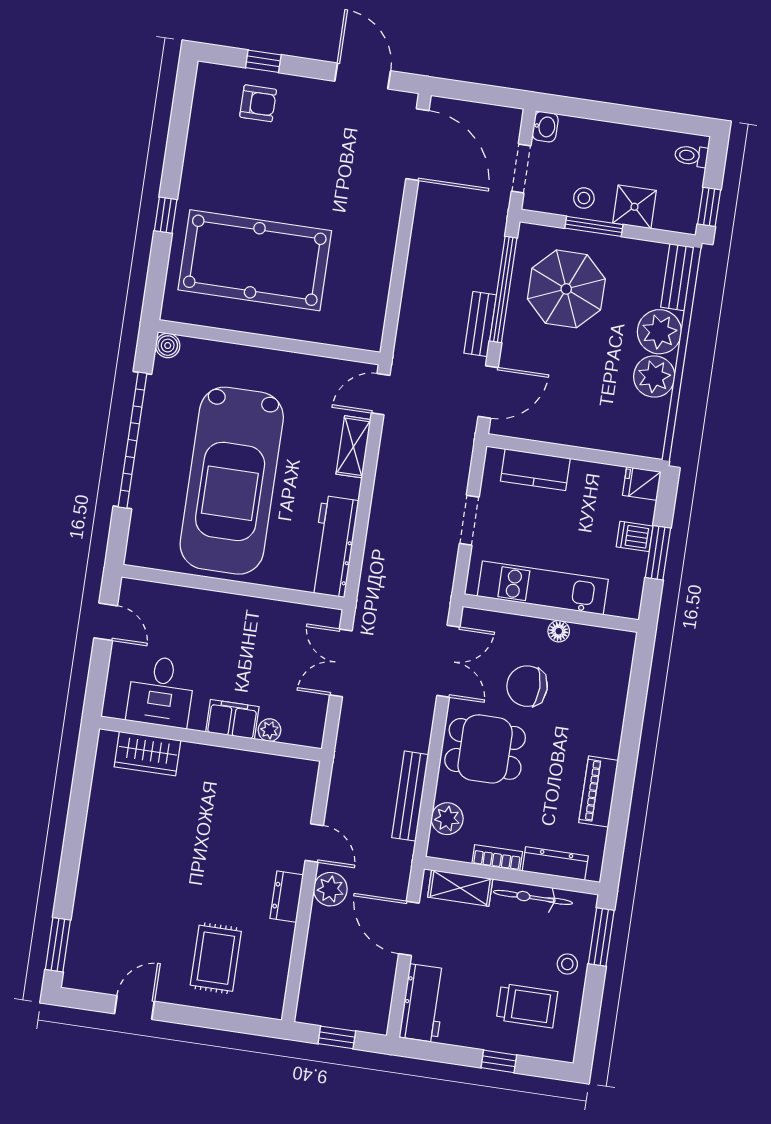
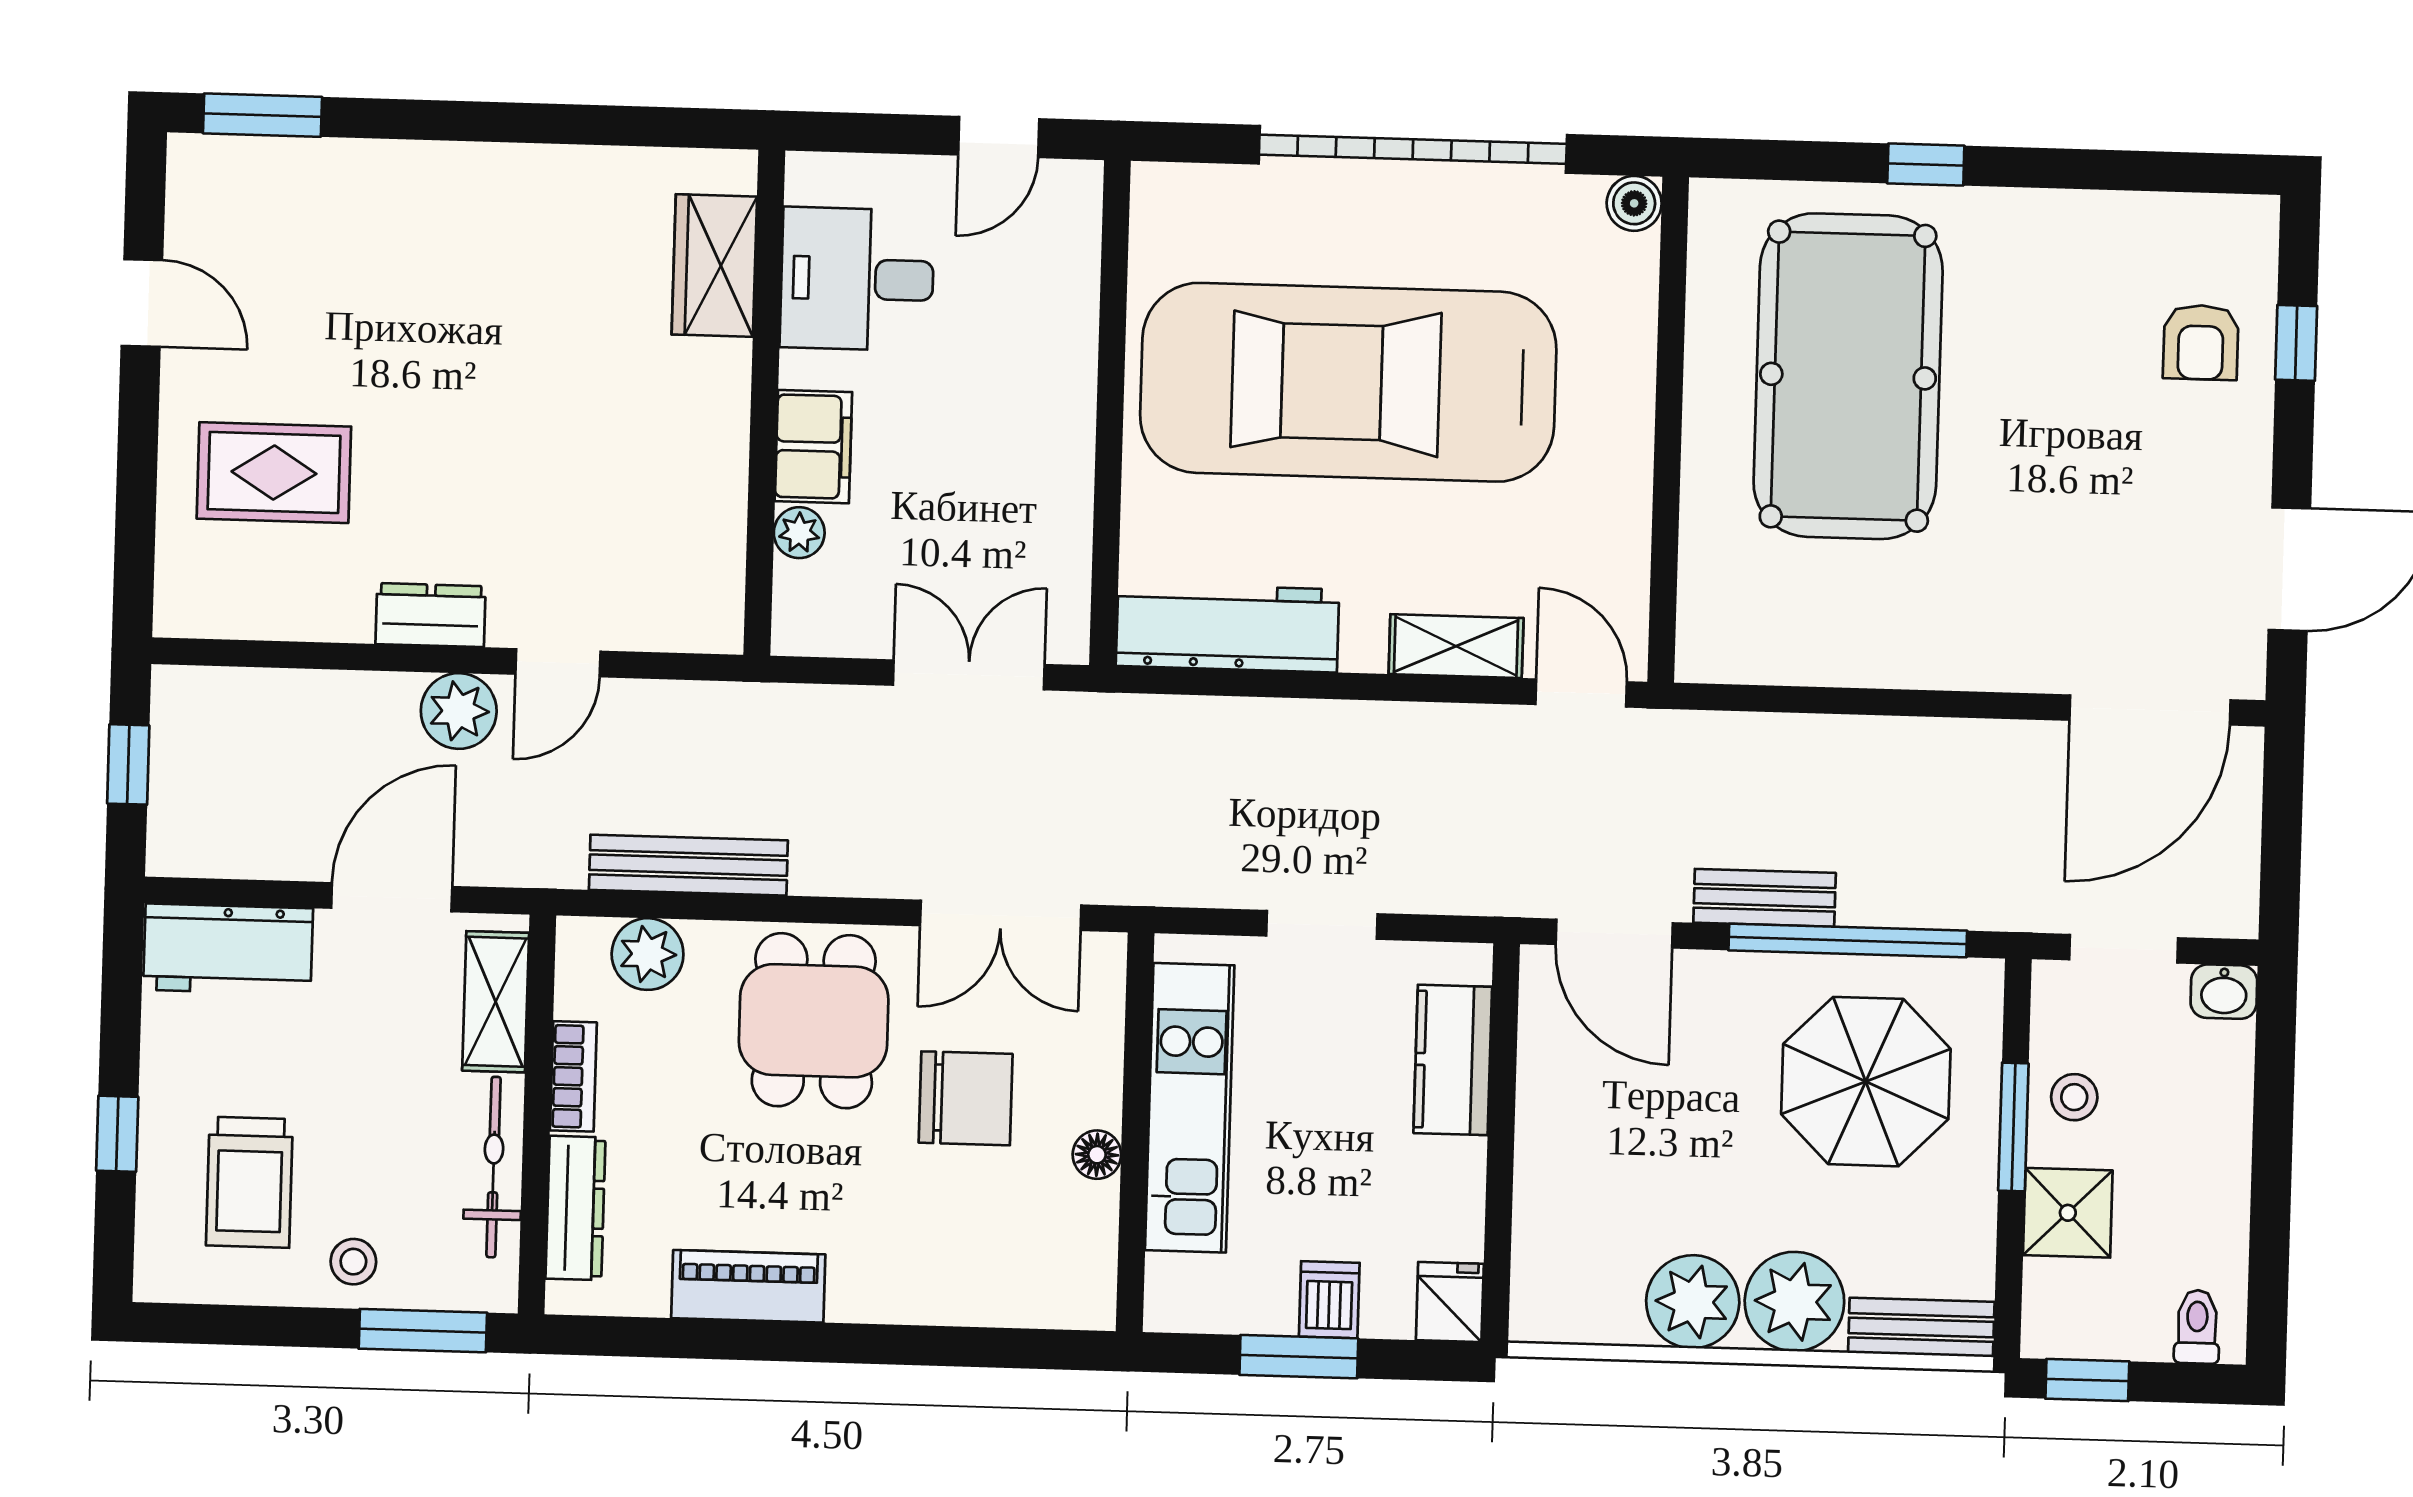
chair: (527, 686) -> (966, 1098), turned 90

